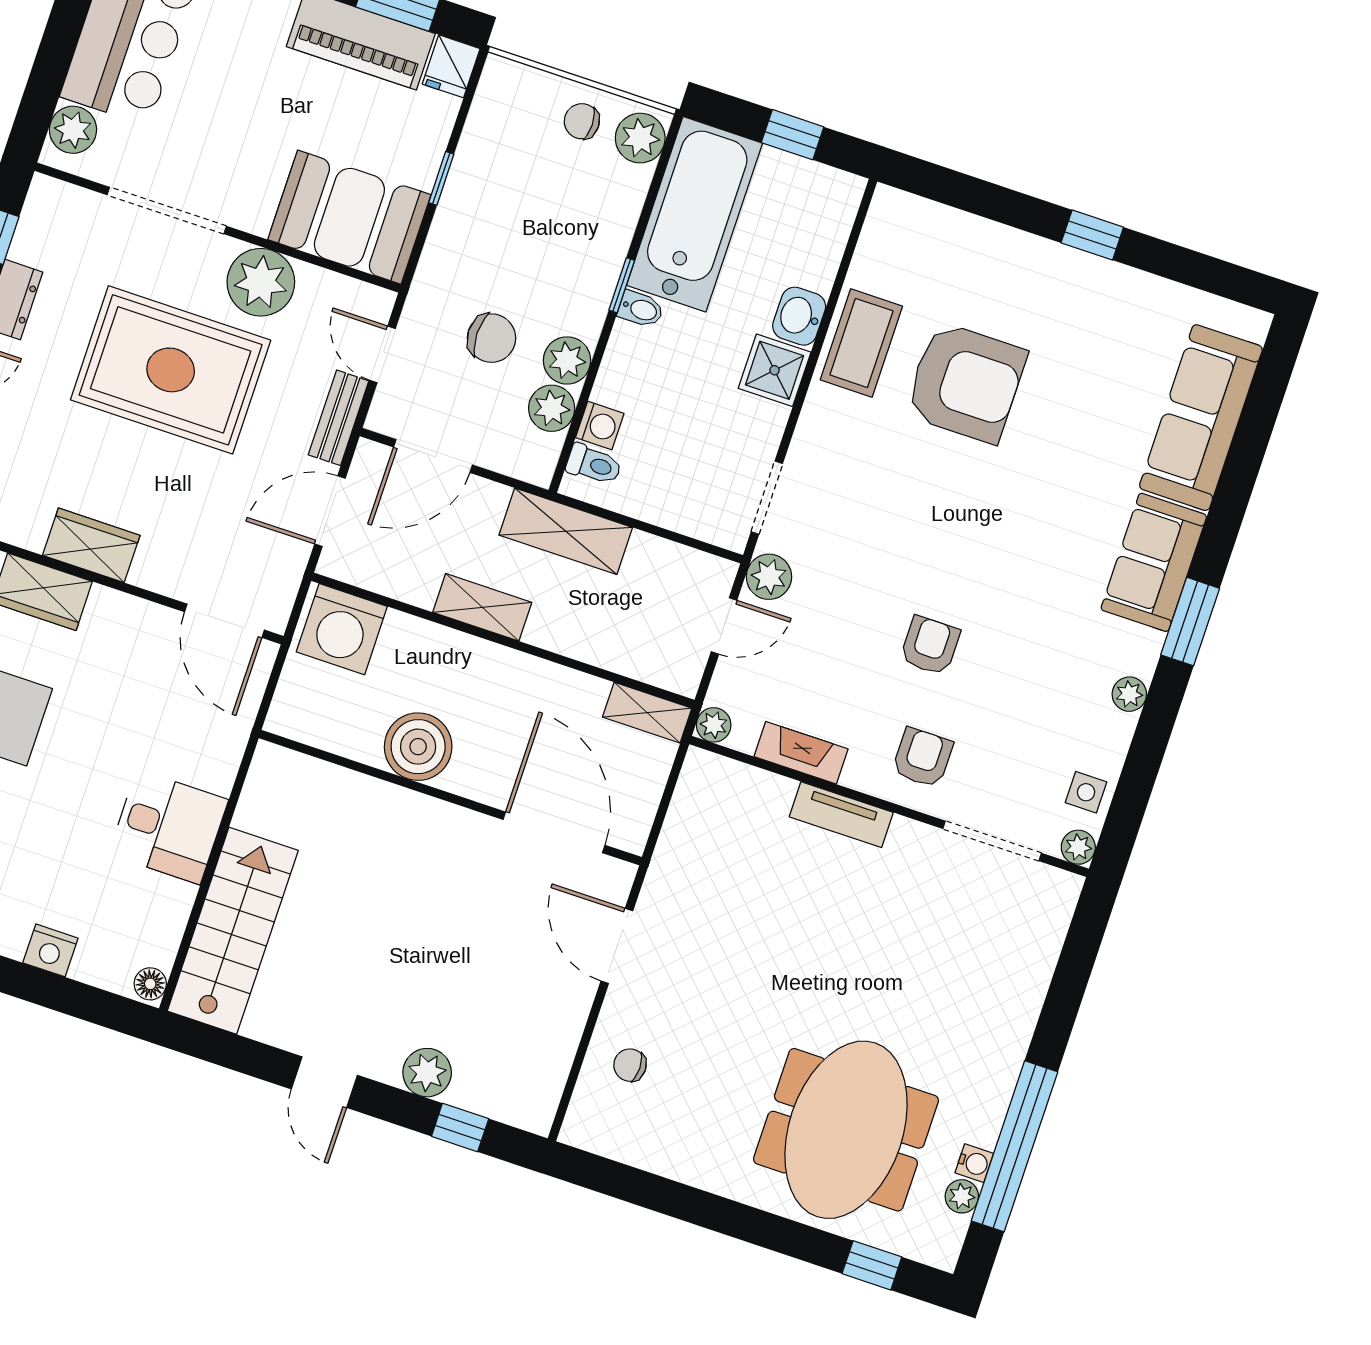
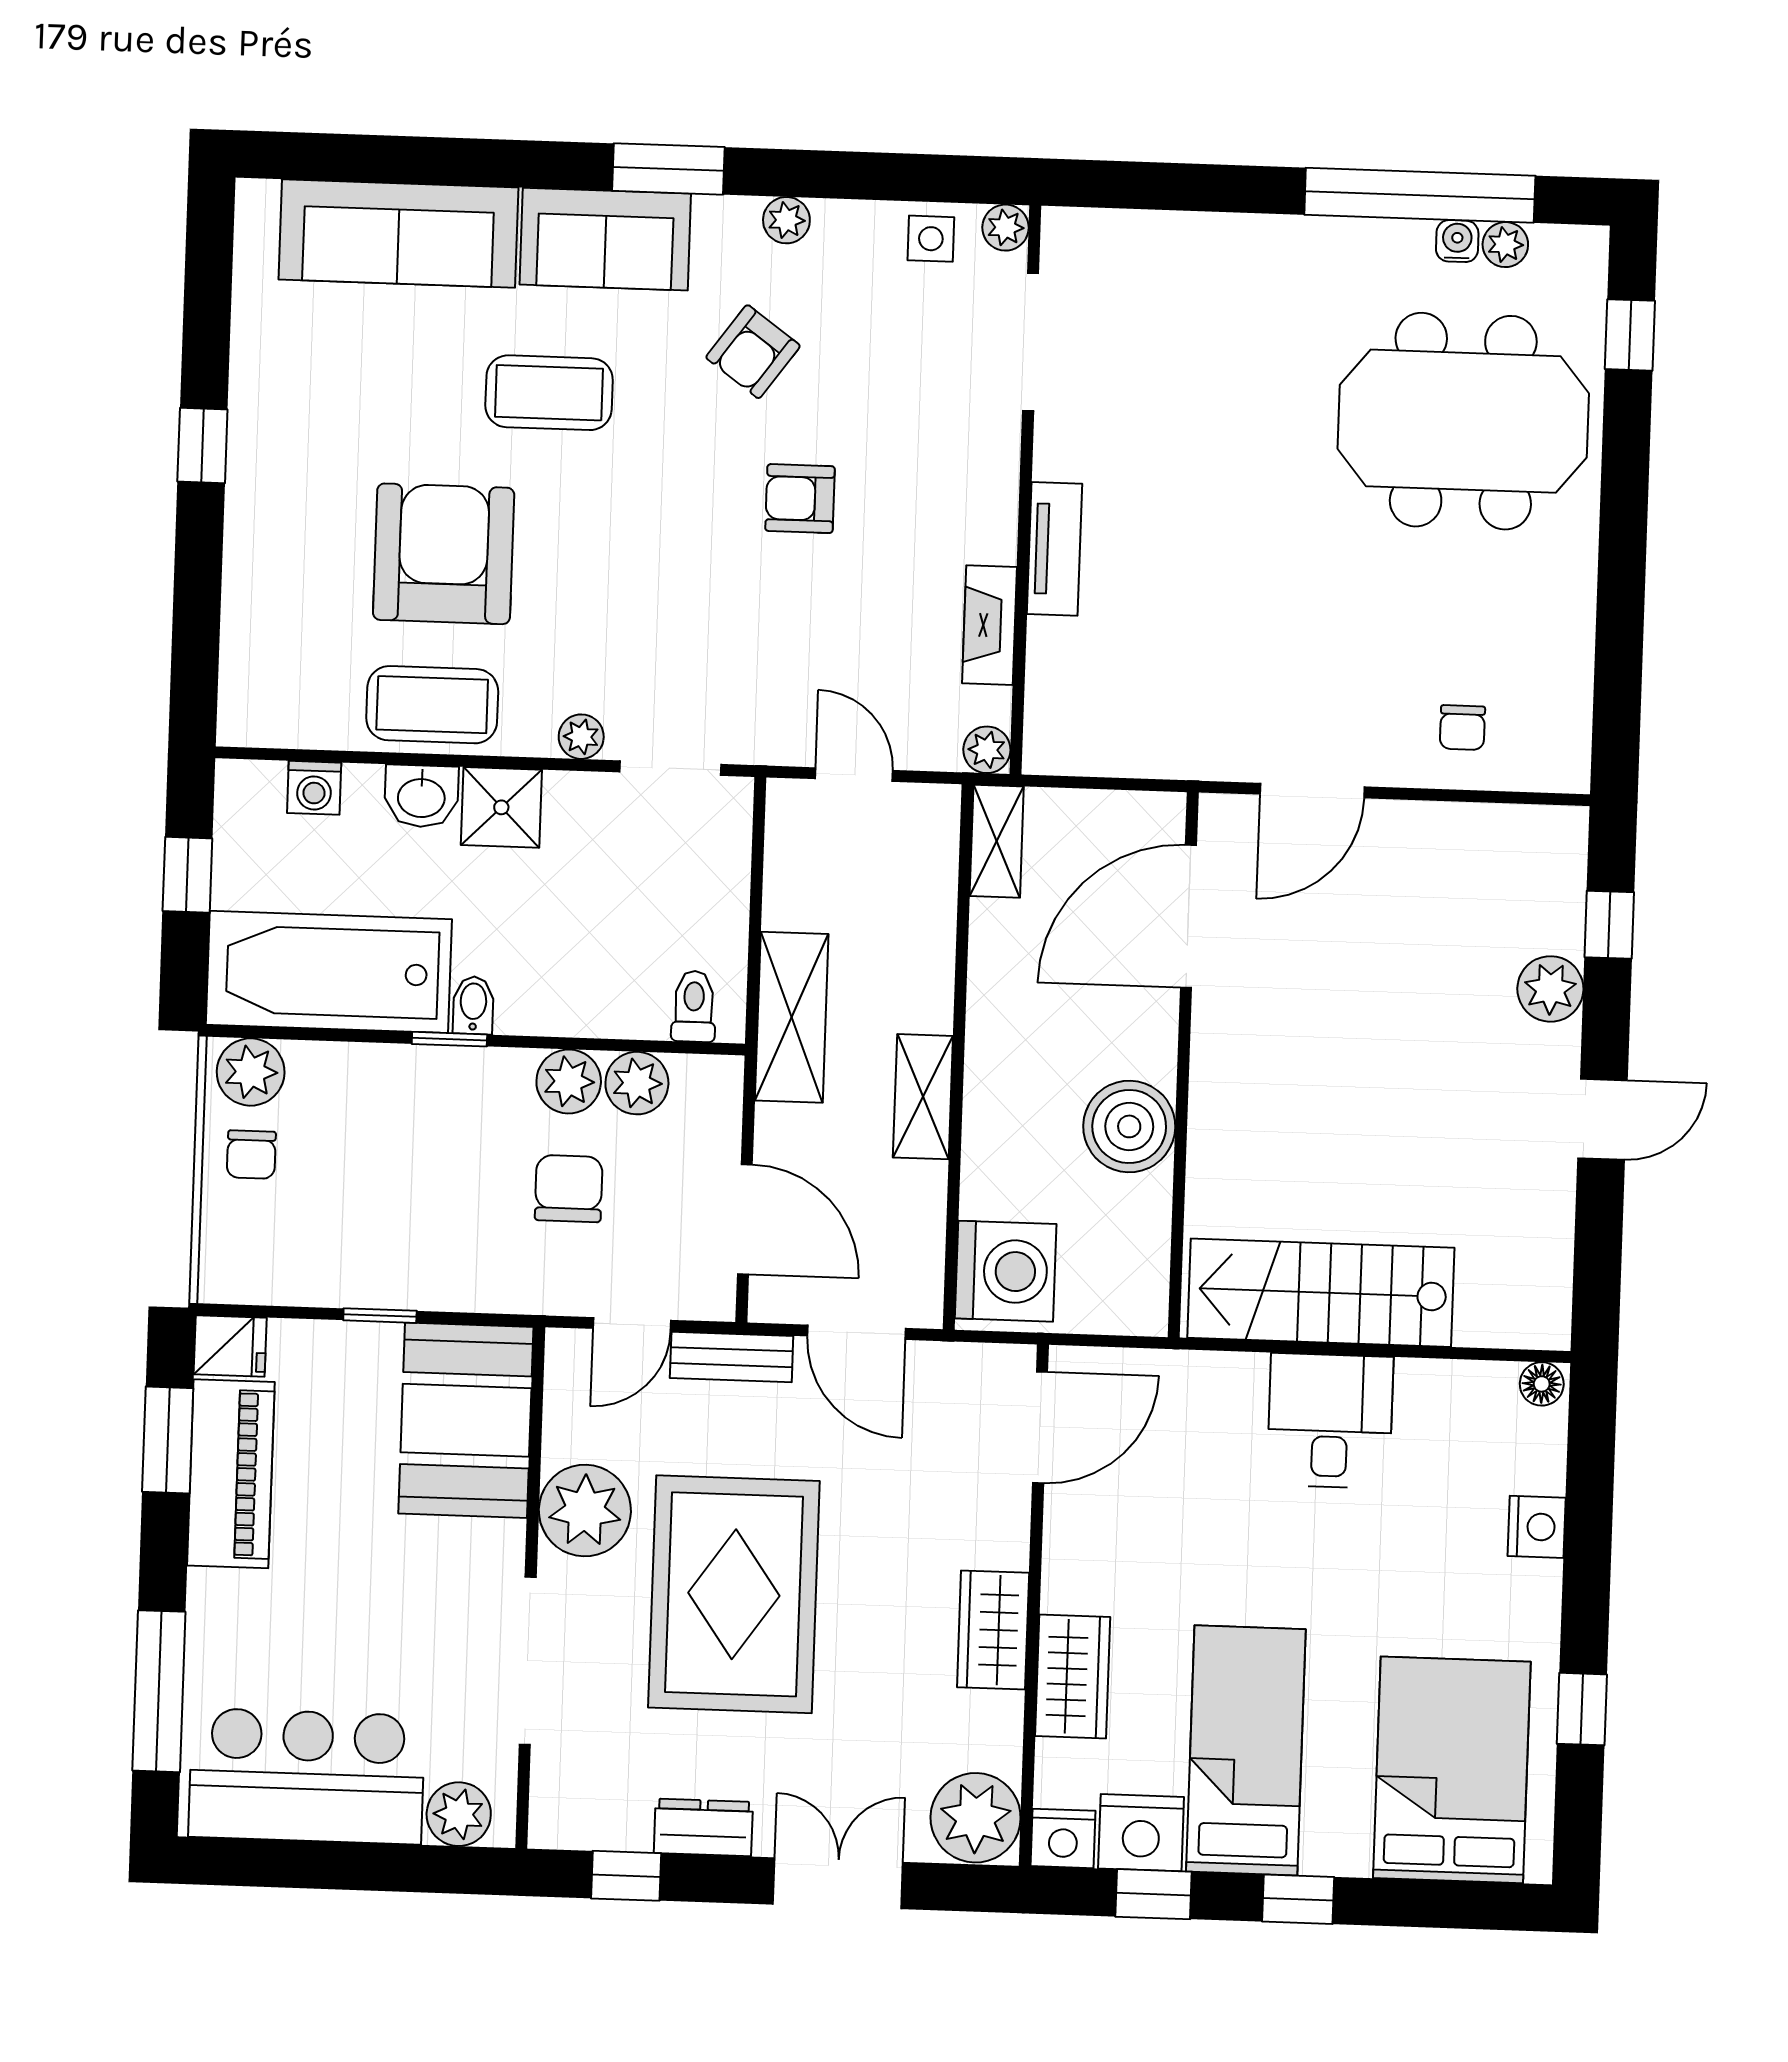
washing machine: (600, 426) -> (314, 788), moved, turned 180
coffee table: (1057, 491) -> (549, 393), added
plant: (769, 577) -> (581, 737), moved, width x0.73, depth x0.73
armchair: (922, 758) -> (753, 352), moved, turned -54
stairs: (233, 931) -> (1321, 1293), moved

